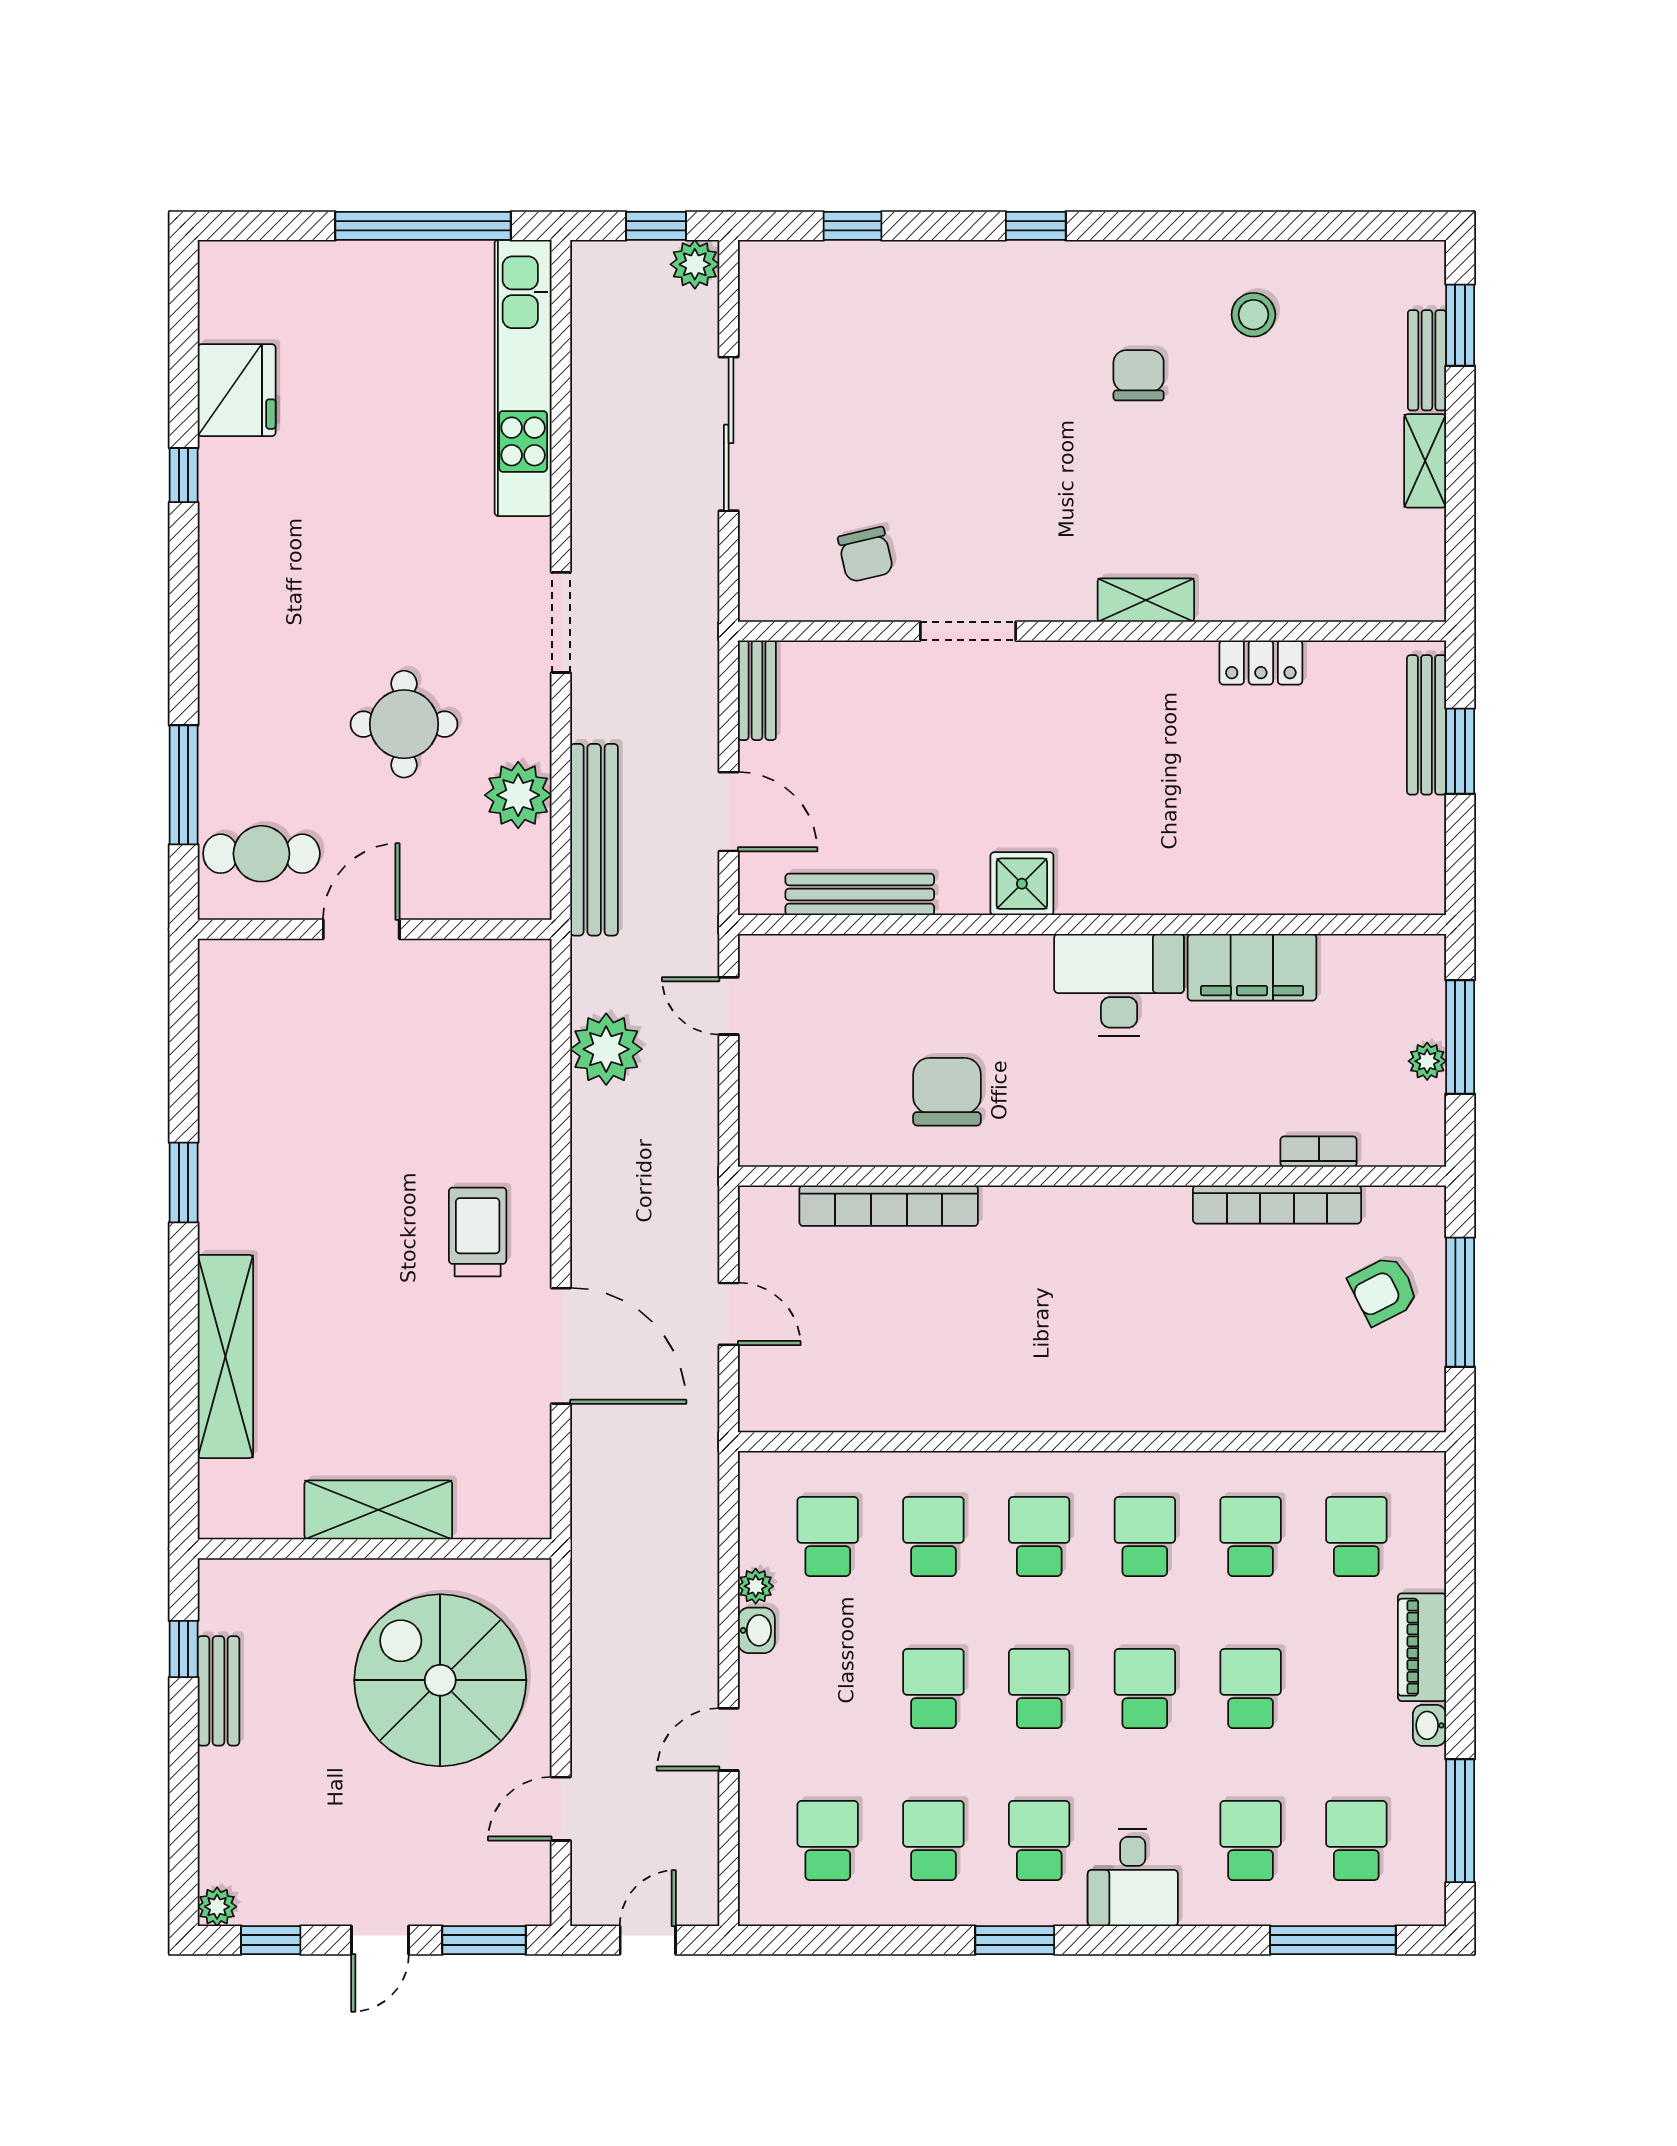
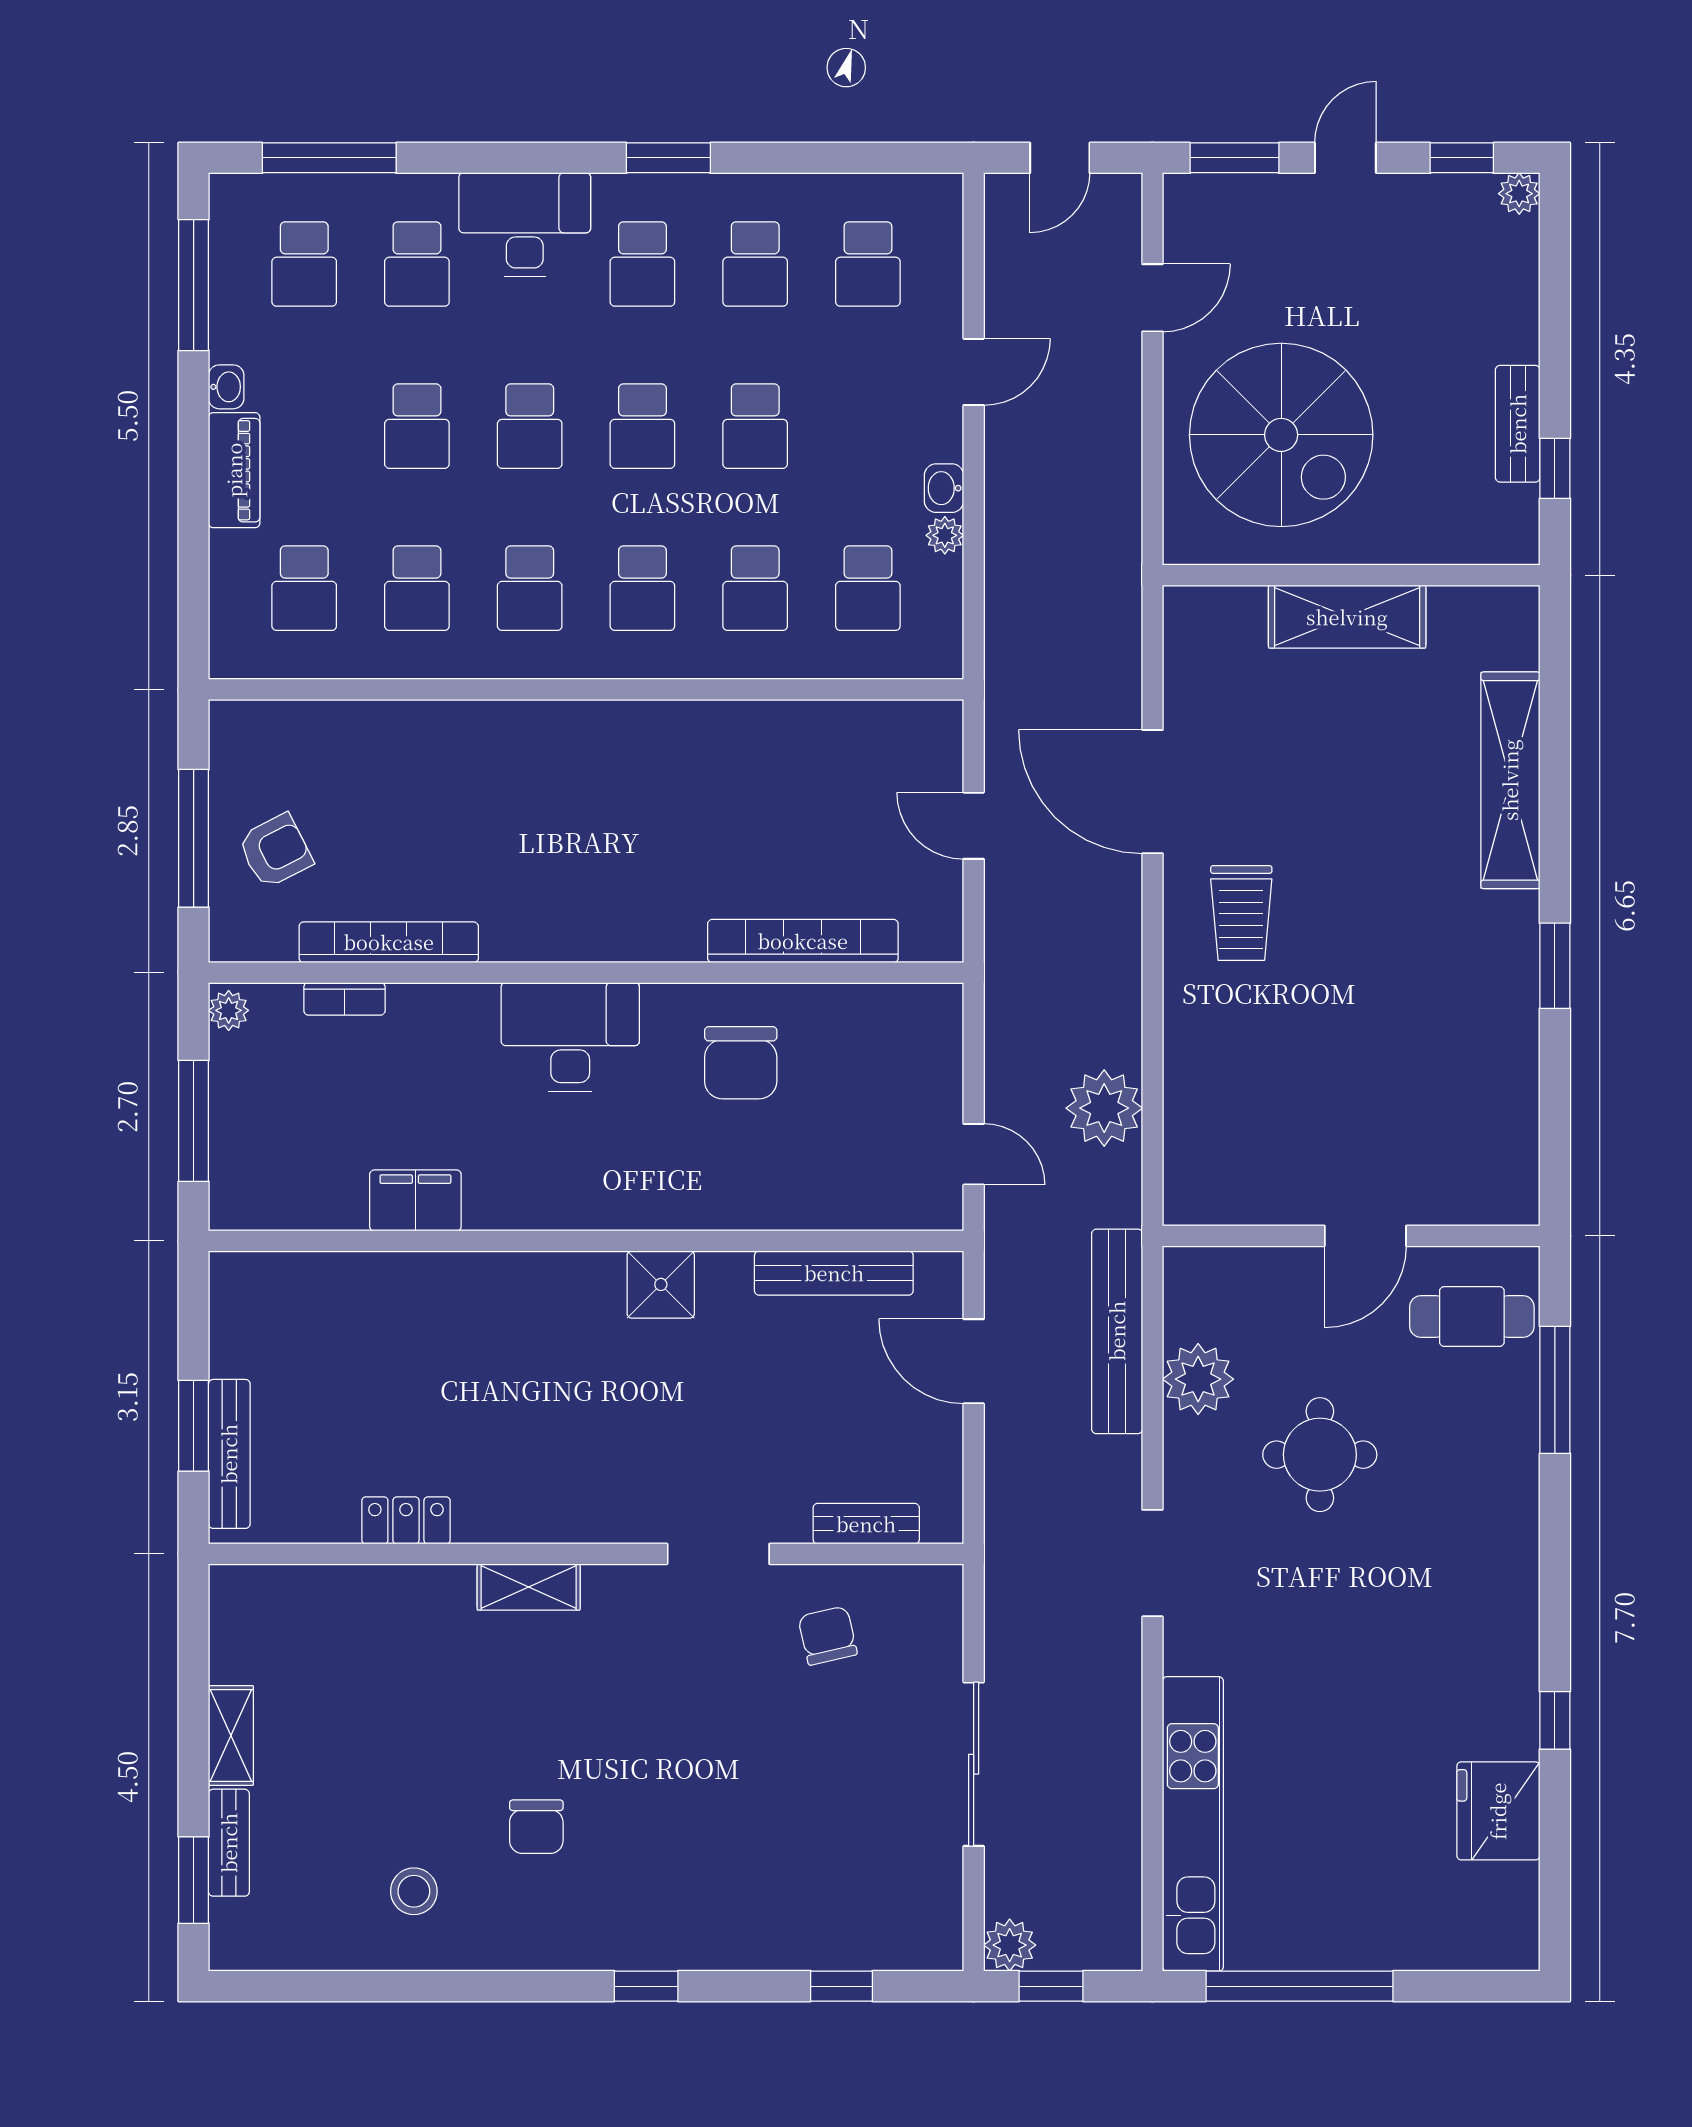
bench: (757, 690) -> (866, 1524), moved, turned 90
filing cabinet: (1252, 967) -> (415, 1200), width x0.67, depth x0.86
desk: (1119, 985) -> (570, 1037), moved, turned 180
plant: (1427, 1061) -> (229, 1010), moved
desk: (1133, 1878) -> (525, 224), width x1.37

